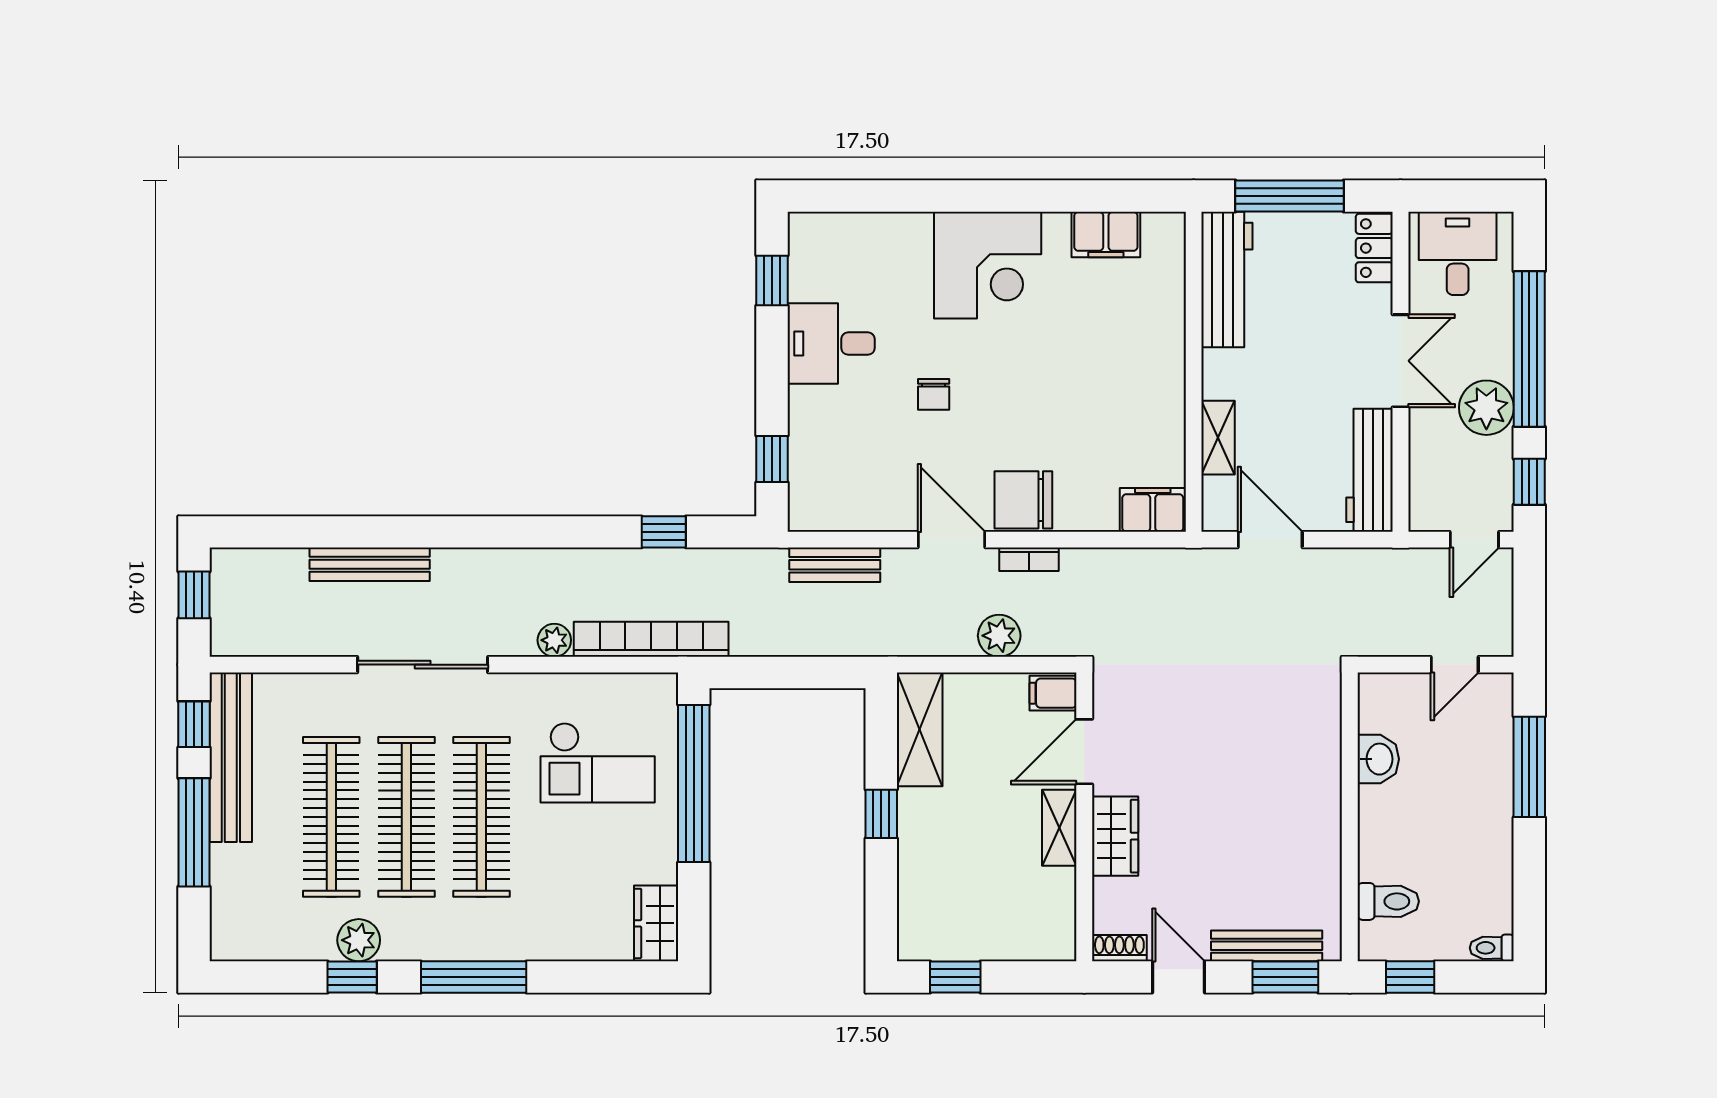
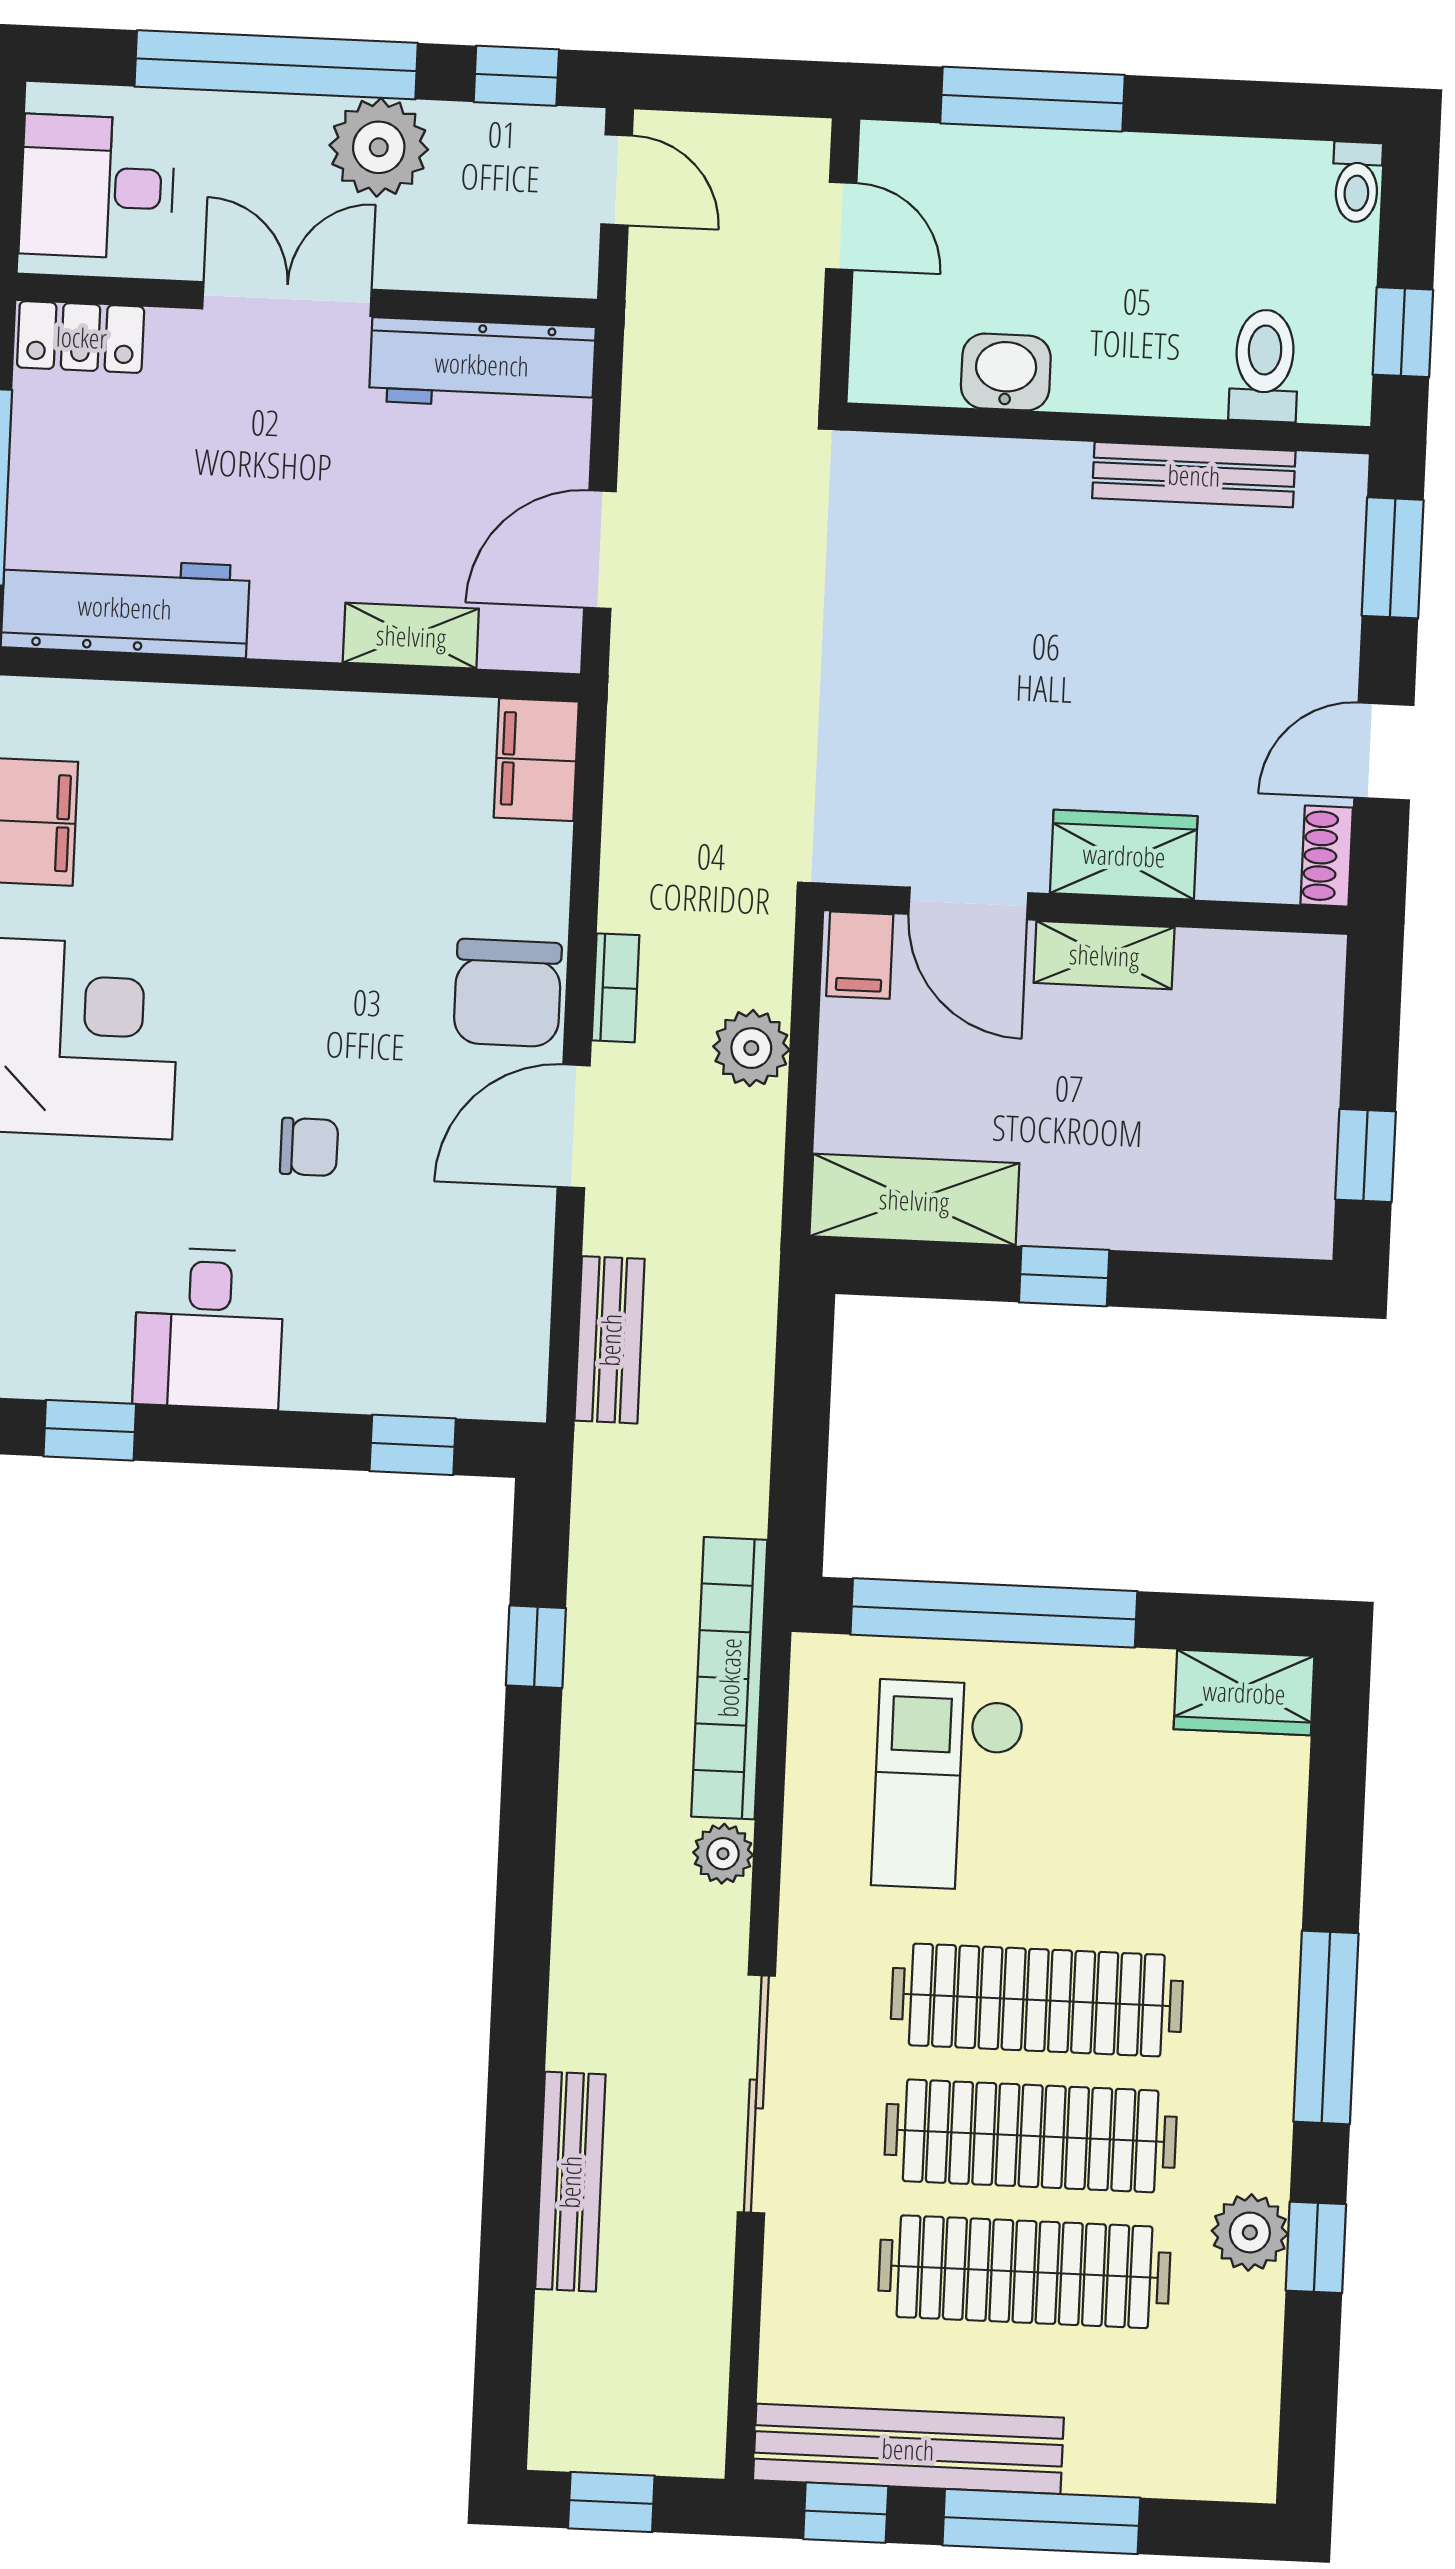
checkout: (598, 763) -> (948, 1785), turned 180
bench: (1267, 946) -> (1194, 475), moved, turned 90

